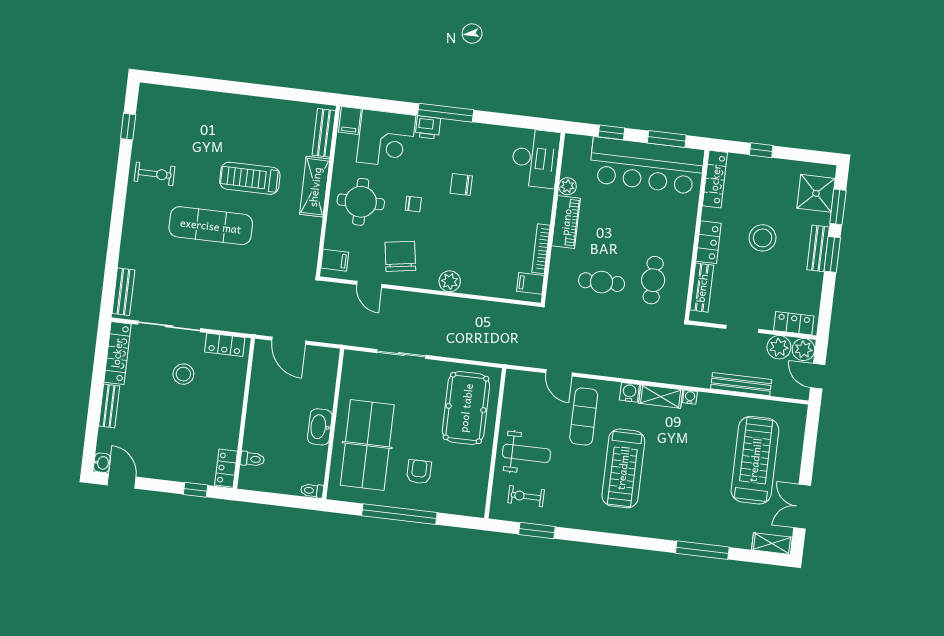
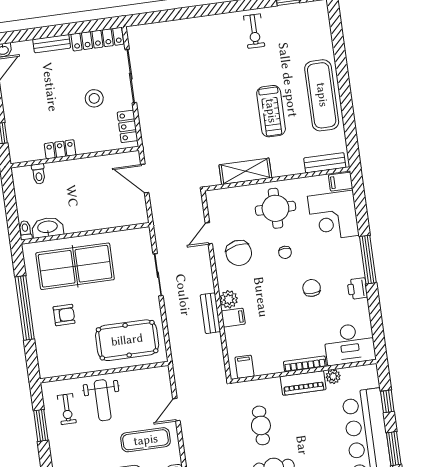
printer: (428, 127) -> (357, 289), moved
treadmill: (250, 178) -> (271, 111), turned 180
shelving: (315, 187) -> (245, 171), moved
exercise mat: (211, 226) -> (322, 95), moved
bookcase: (541, 249) -> (305, 364), moved
chair: (400, 256) -> (239, 253), turned 88
filing cabinet: (335, 260) -> (233, 318), moved, turned -90
bench: (123, 292) -> (210, 313), moved, turned 90
door: (289, 341) -> (145, 179), hinge flipped
washbasin: (320, 427) -> (48, 227), moved
locker: (226, 468) -> (60, 149), moved
exercise bike: (526, 496) -> (67, 409), turned 180

